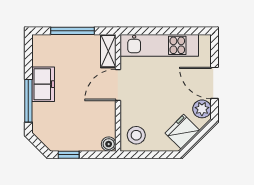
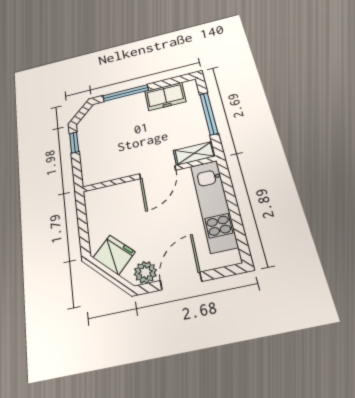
freezer: (43, 84) -> (165, 96), moved
door: (118, 85) -> (158, 172), swing flipped
stool: (136, 135) -> (103, 204), removed
boiler: (109, 144) -> (90, 178), removed

